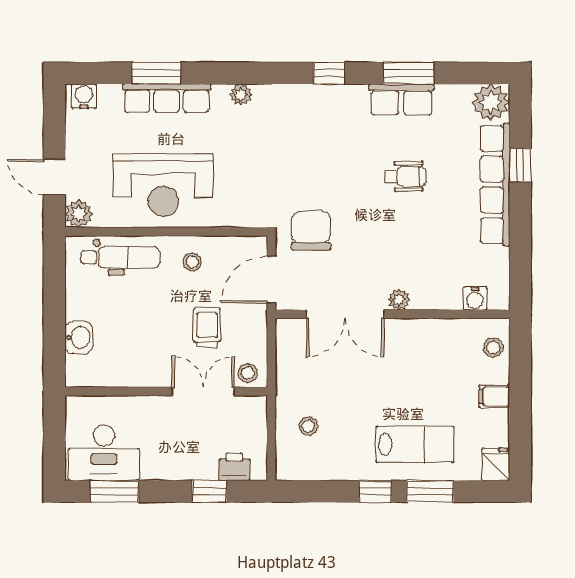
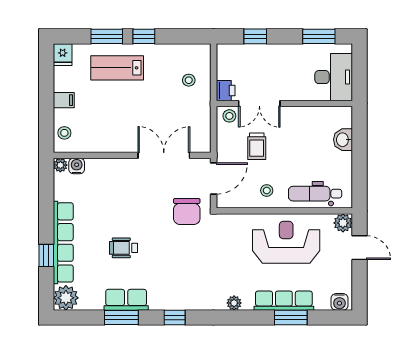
plant: (399, 300) -> (60, 165), moved
desk: (104, 453) -> (334, 77), moved, turned 90
printer: (234, 467) -> (226, 91), moved, turned -90

